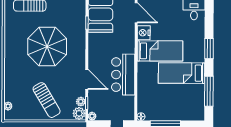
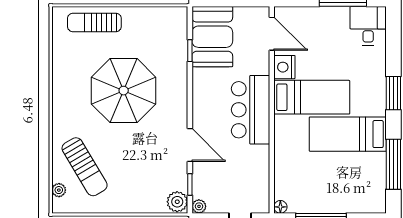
bar counter: (123, 75) -> (251, 110), moved
sun lounger: (47, 100) -> (85, 167), moved
plant: (81, 102) -> (180, 182), removed

